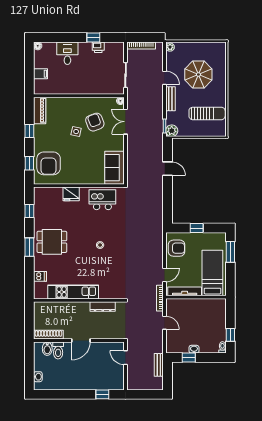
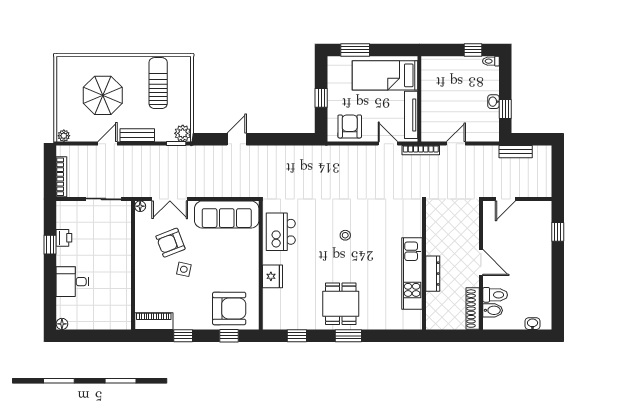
filing cabinet: (41, 74) -> (102, 320), removed
sofa: (115, 168) -> (227, 215), width x1.36
dishwasher: (40, 276) -> (390, 321), removed
dresser: (103, 307) -> (433, 274), moved

